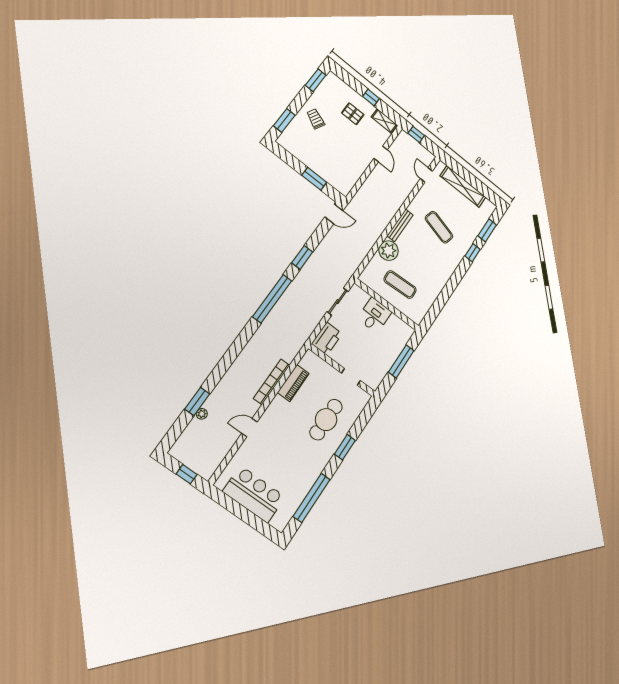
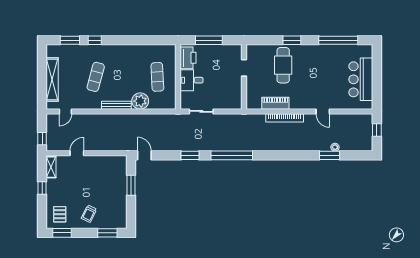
pallet: (353, 114) -> (60, 214), moved
printer: (327, 339) -> (188, 58), moved, turned 90
cafe table: (326, 420) -> (283, 65), turned 90

